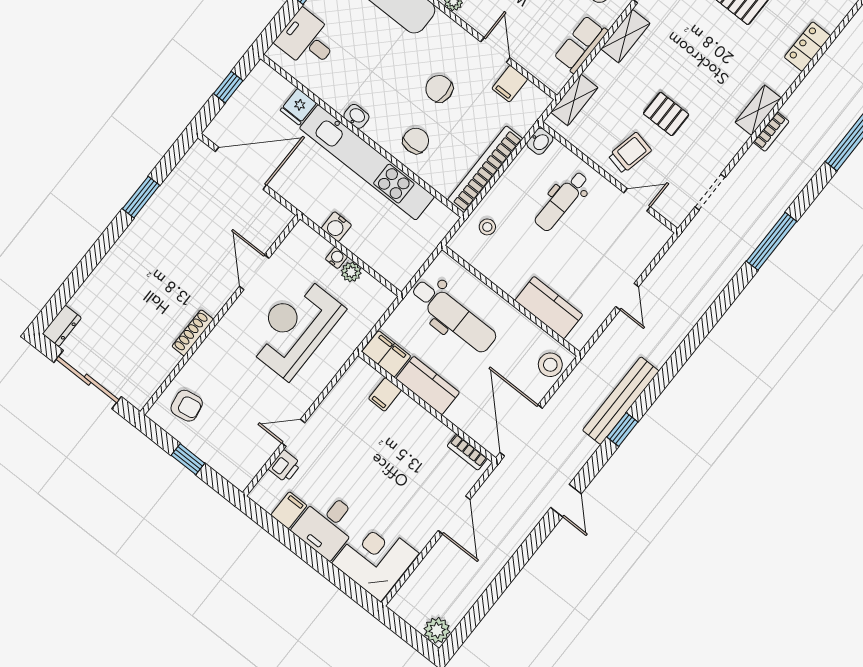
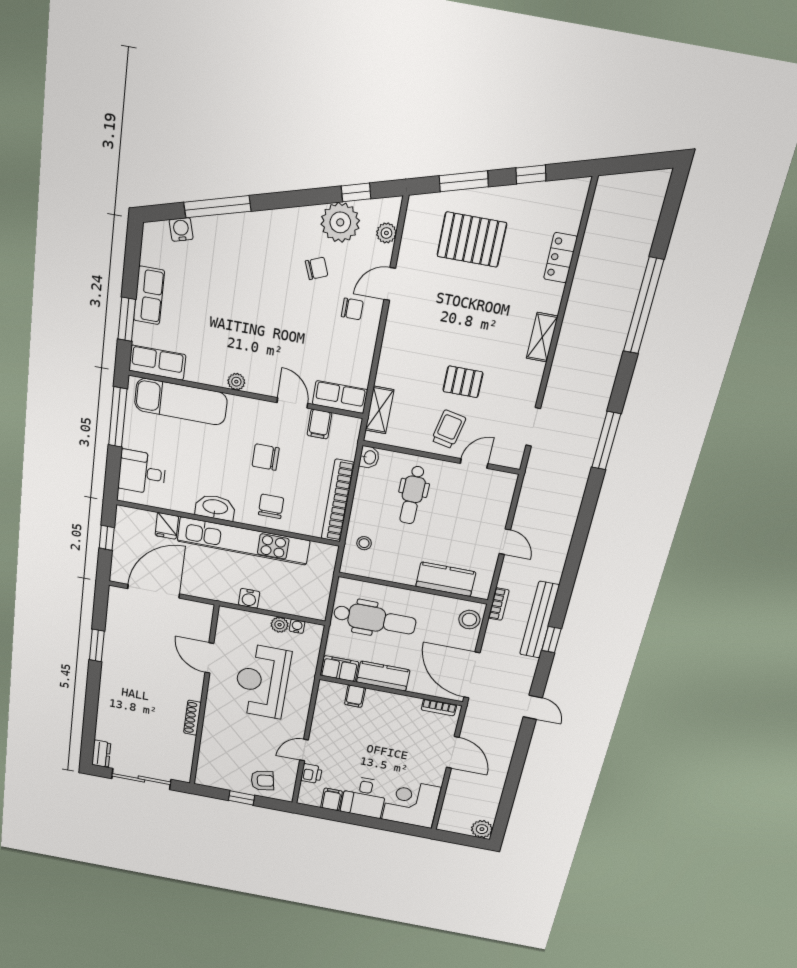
shelving: (625, 36) -> (394, 334), removed
row of seats: (581, 44) -> (340, 397), moved, turned 90
washbasin: (356, 116) -> (215, 507), width x1.91, depth x1.45
bookcase: (771, 132) -> (499, 604), moved
water cooler: (336, 258) -> (297, 626), moved
armchair: (187, 406) -> (262, 781), moved

